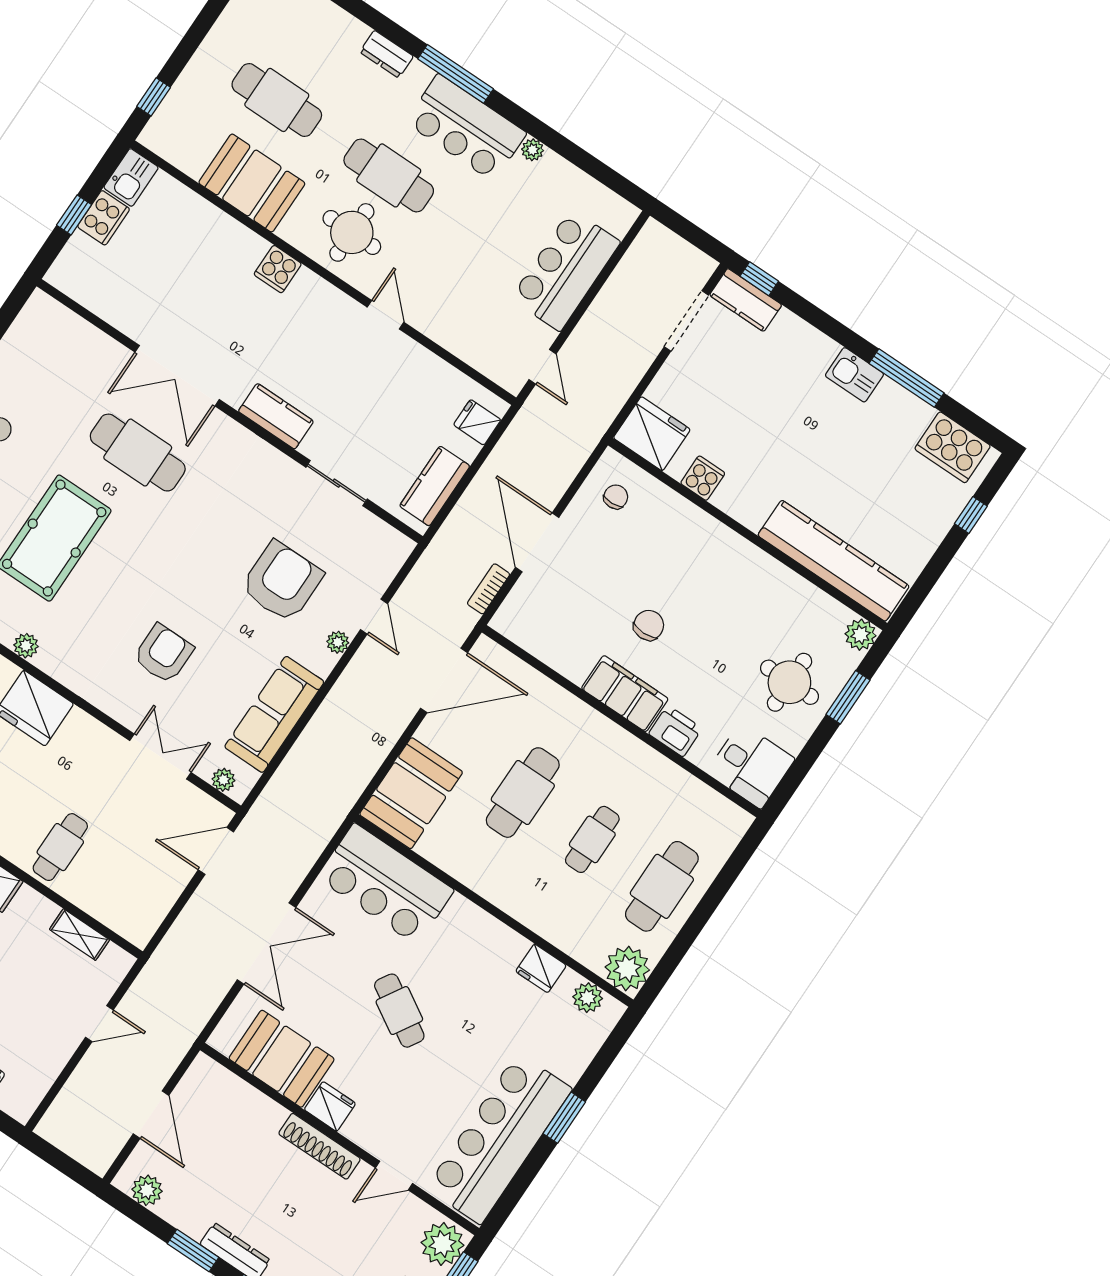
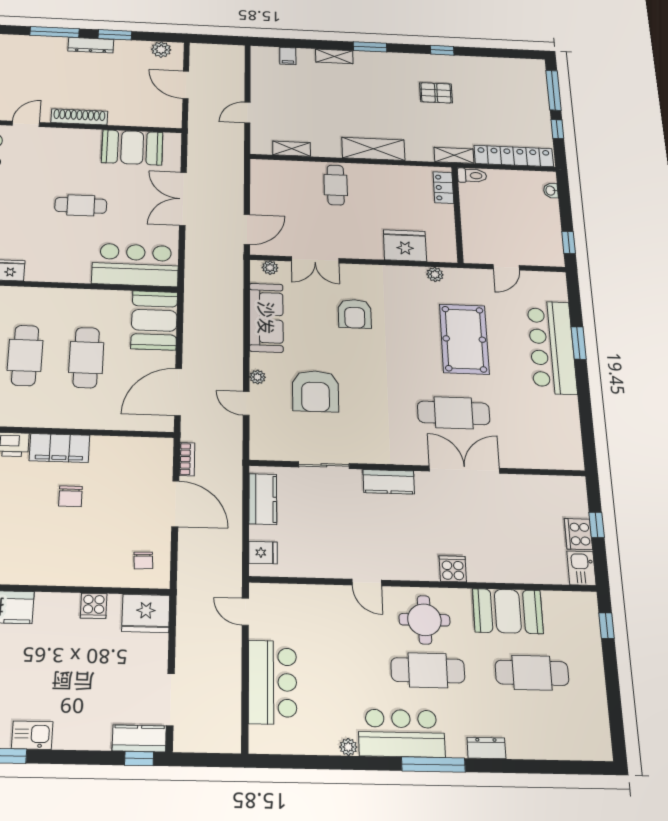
cafe table: (592, 839) -> (25, 355), width x1.37, depth x1.35
cafe table: (399, 1011) -> (81, 205), turned -31
fridge: (330, 1106) -> (87, 139), removed

